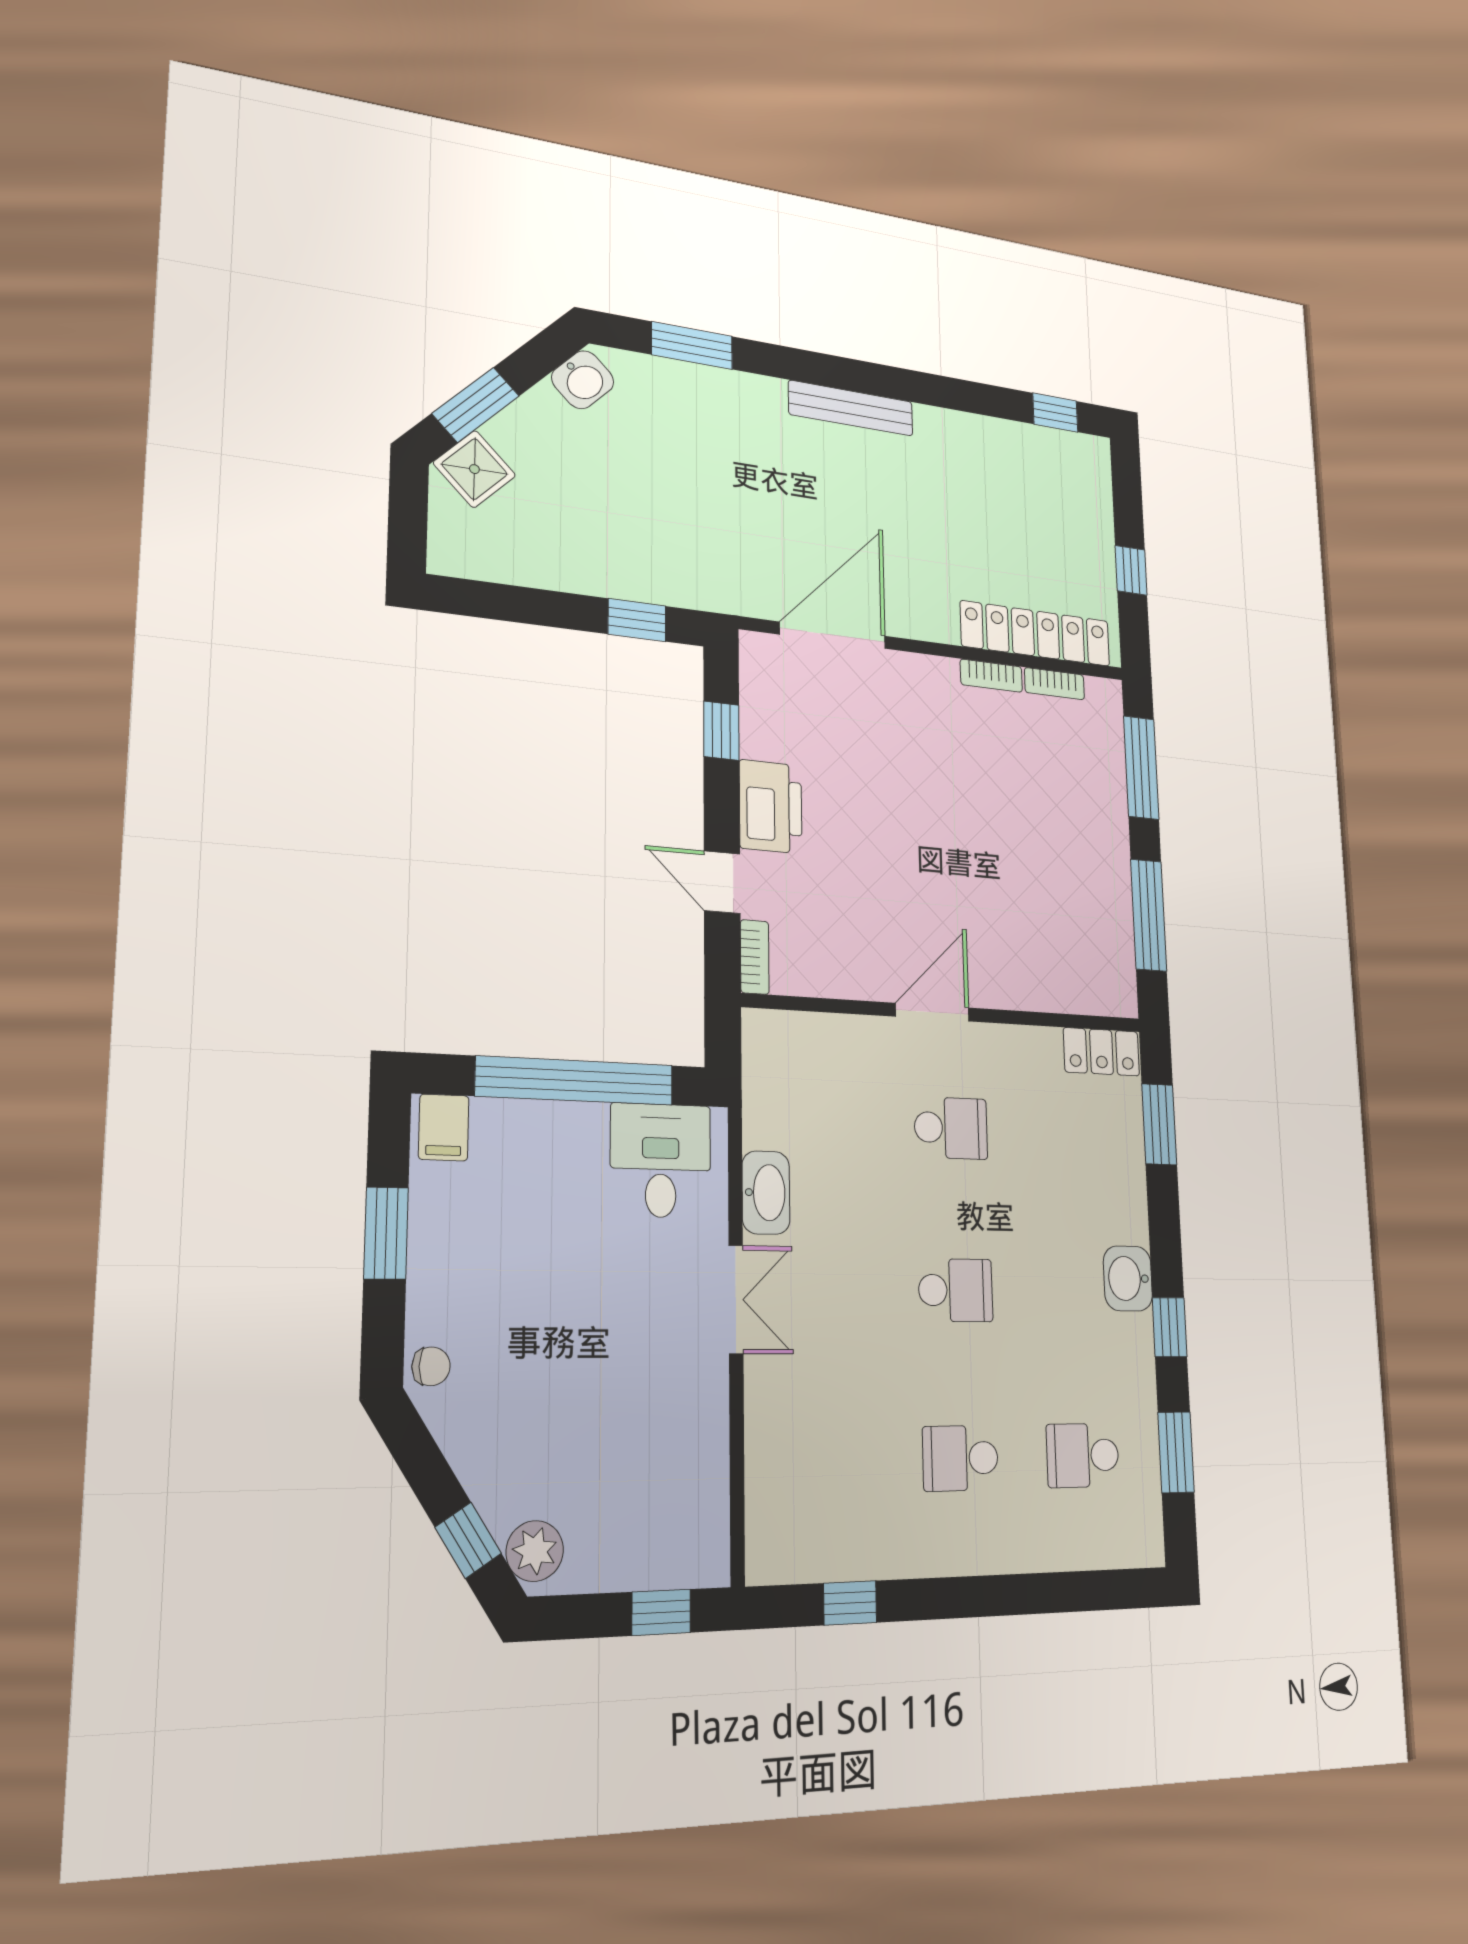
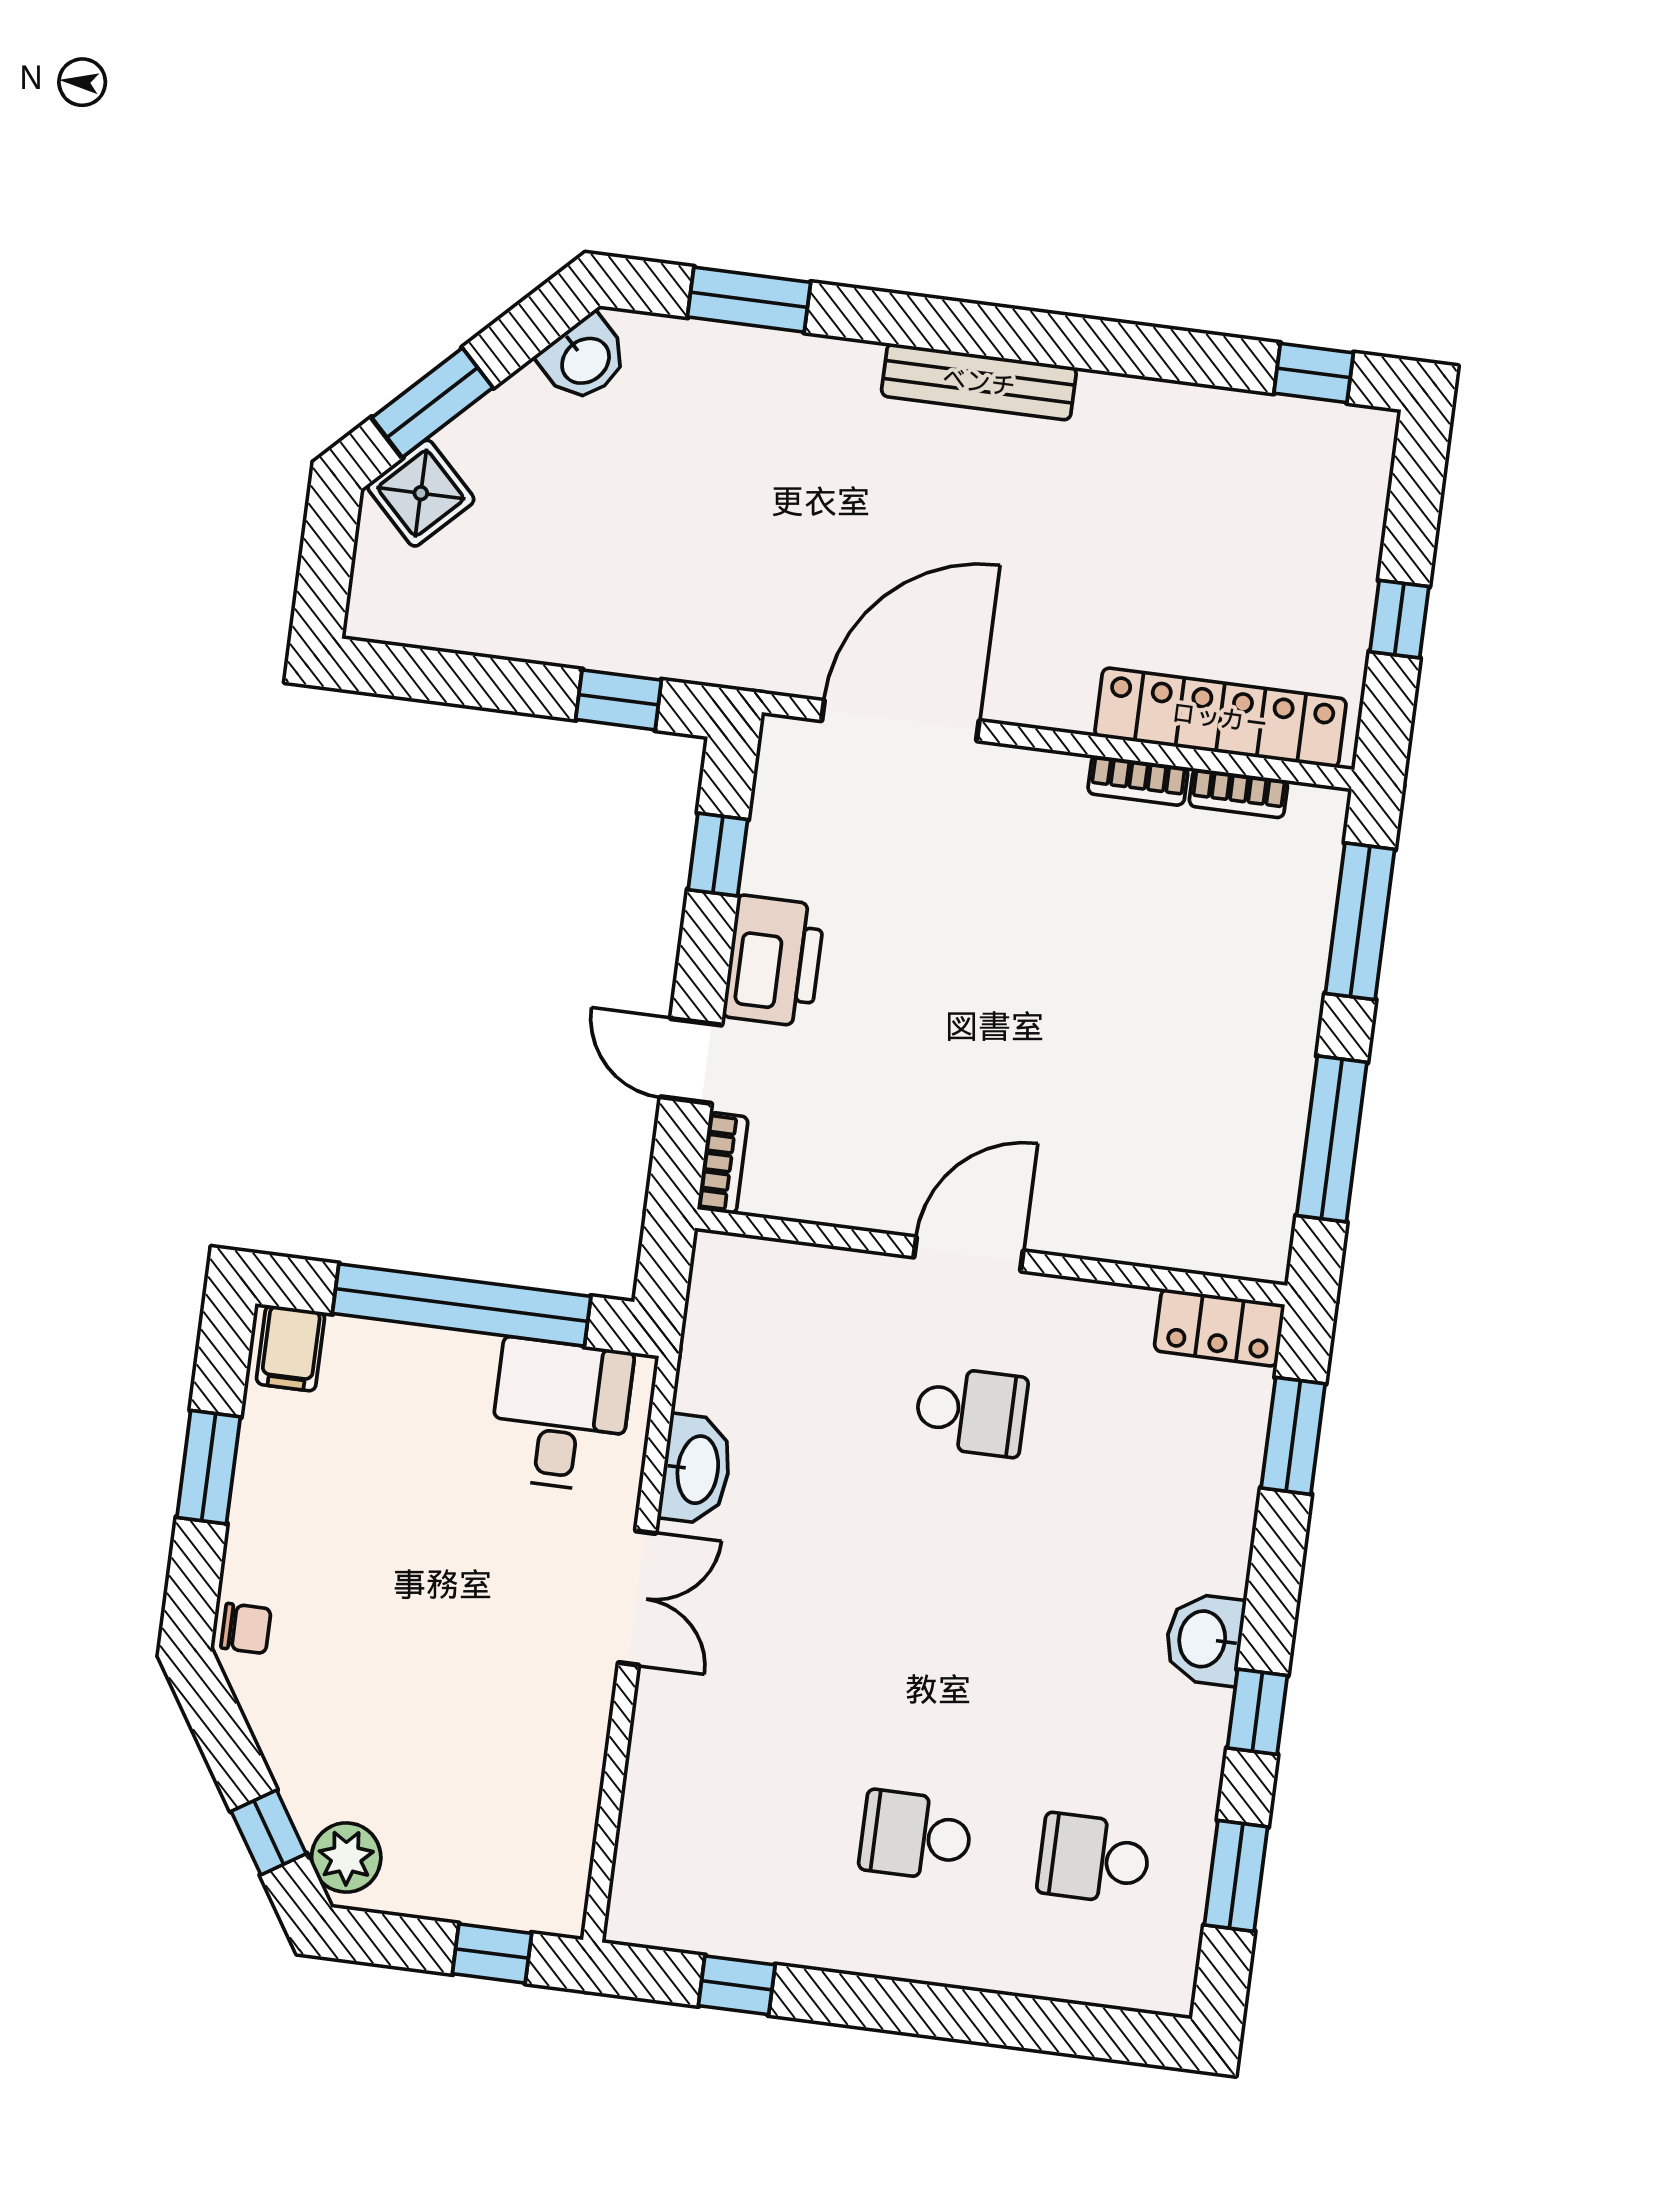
school desk: (956, 1290) -> (943, 1623), removed

